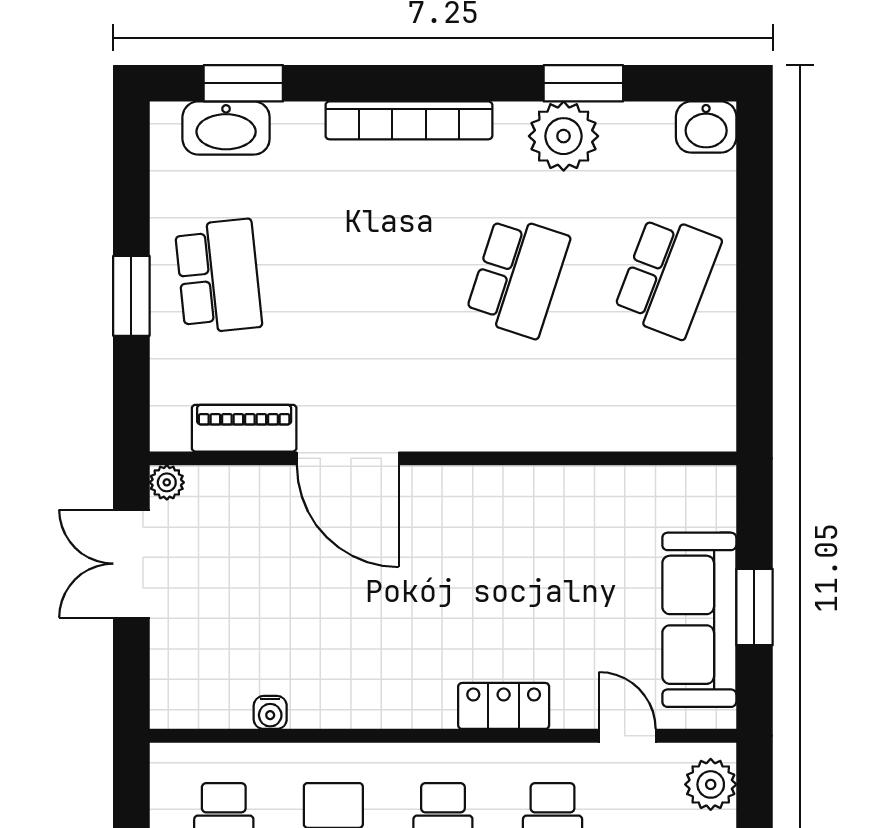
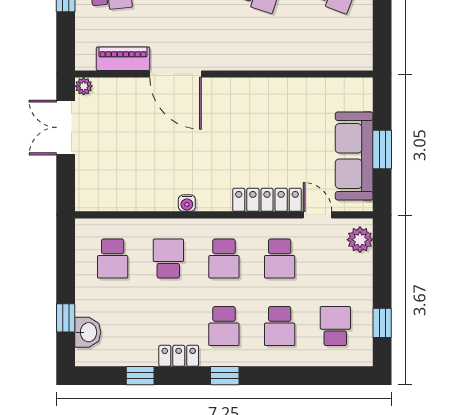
locker: (504, 706) -> (267, 200), width x1.53
water cooler: (270, 712) -> (187, 203), moved

